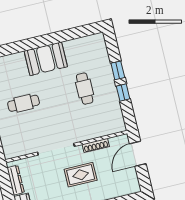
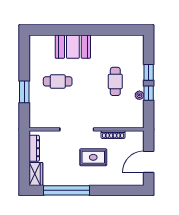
booth: (46, 59) -> (73, 47), moved
plant: (114, 97) -> (139, 95), added
door: (138, 154) -> (149, 162), moved

